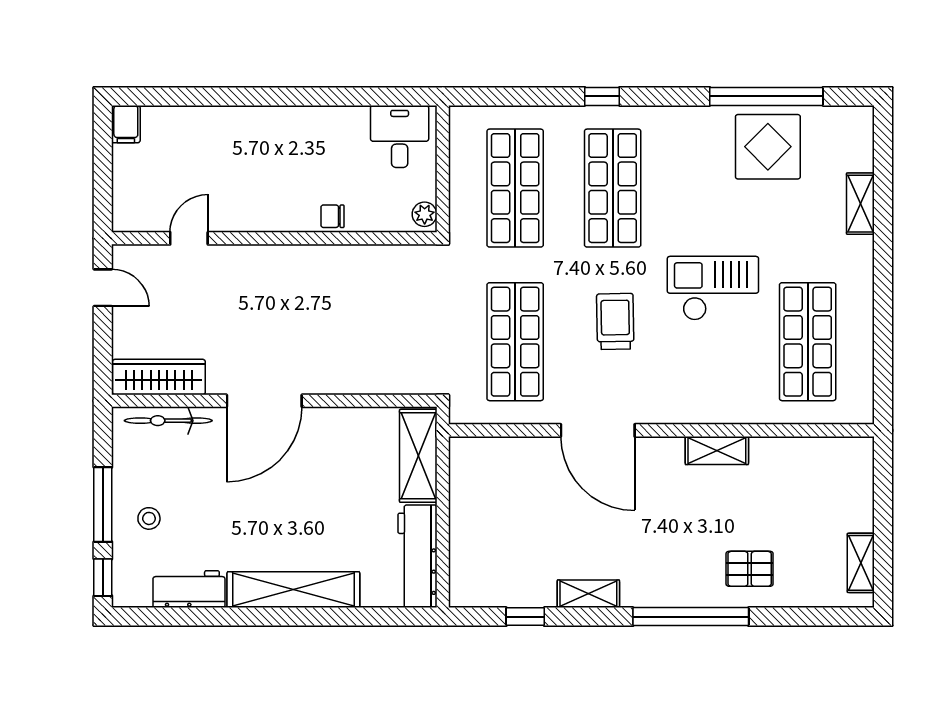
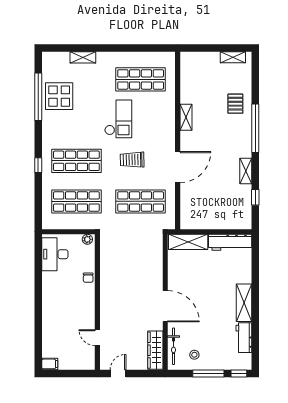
desk: (400, 136) -> (55, 254), width x1.37
checkout: (713, 288) -> (118, 119), turned 180
stool: (149, 518) -> (194, 355), moved
shelving: (293, 590) -> (244, 303), width x0.68

